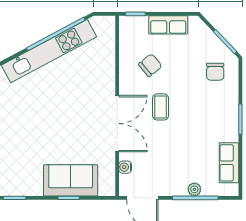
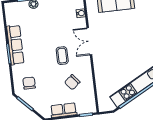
double door: (117, 124) -> (89, 41), width x0.73
row of seats: (229, 163) -> (15, 45), moved, width x1.48

